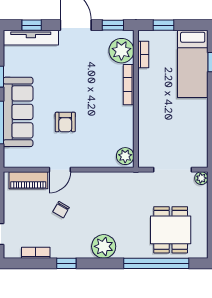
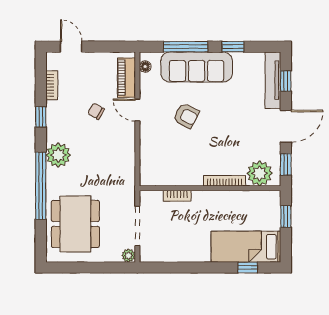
bookcase: (143, 54) -> (177, 196), moved
armchair: (65, 122) -> (186, 116), turned -153
plant: (125, 156) -> (151, 177), removed
floor lamp: (18, 162) -> (145, 67), added
dining table: (171, 230) -> (75, 224), width x1.38
window: (156, 263) -> (41, 186), moved

